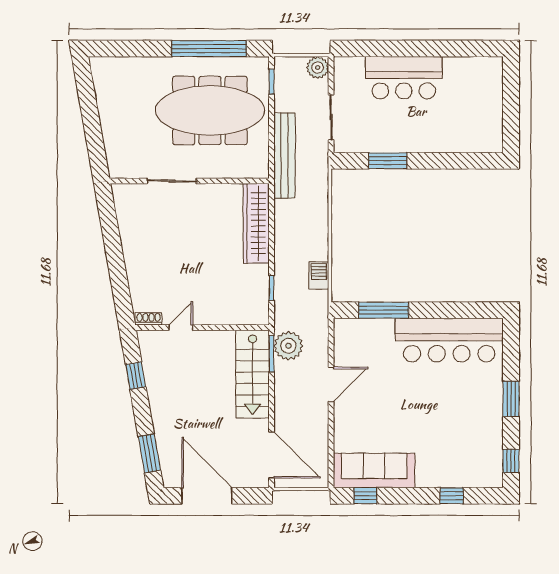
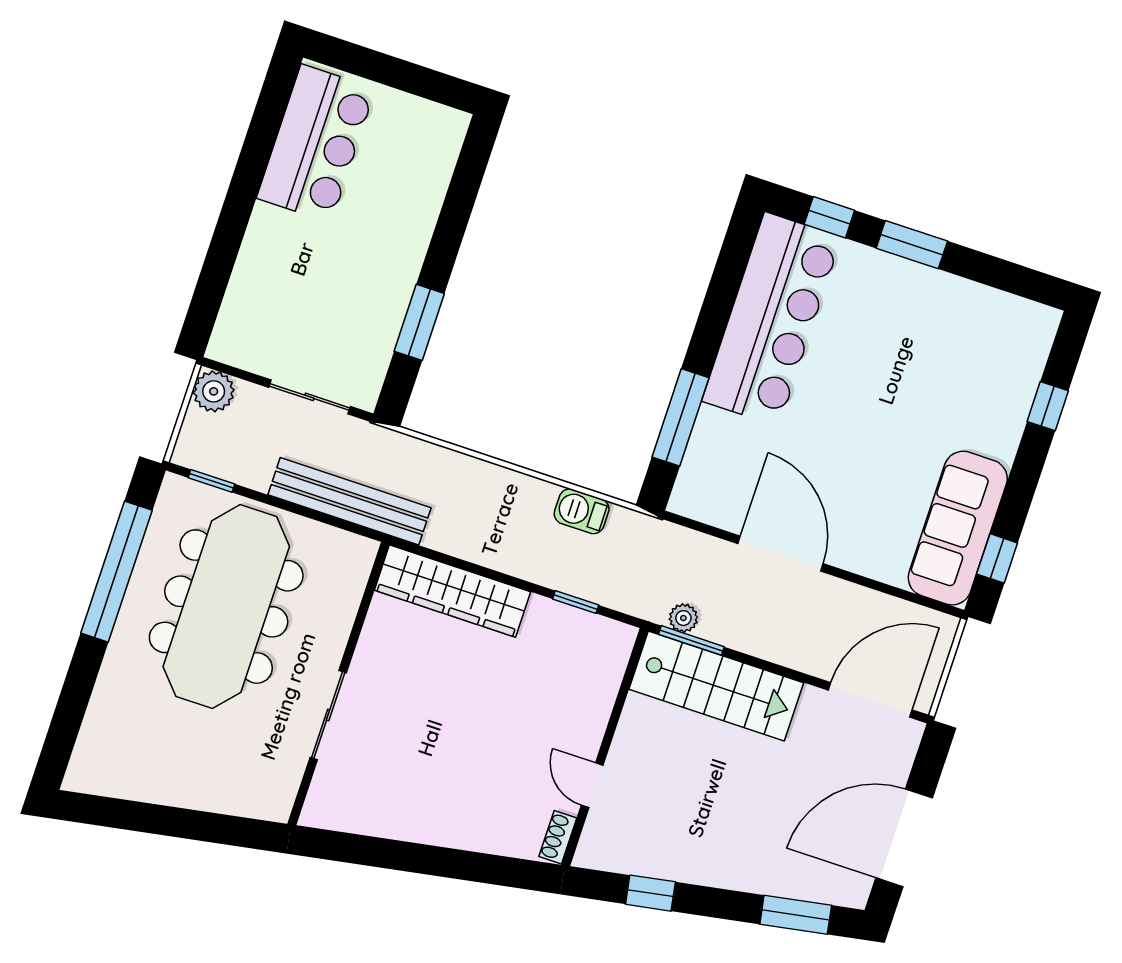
bar counter: (404, 78) -> (316, 143), moved
plant: (288, 346) -> (683, 618), width x0.53, depth x0.53
door: (331, 384) -> (781, 554), width x1.36
window: (511, 461) -> (829, 217), moved

